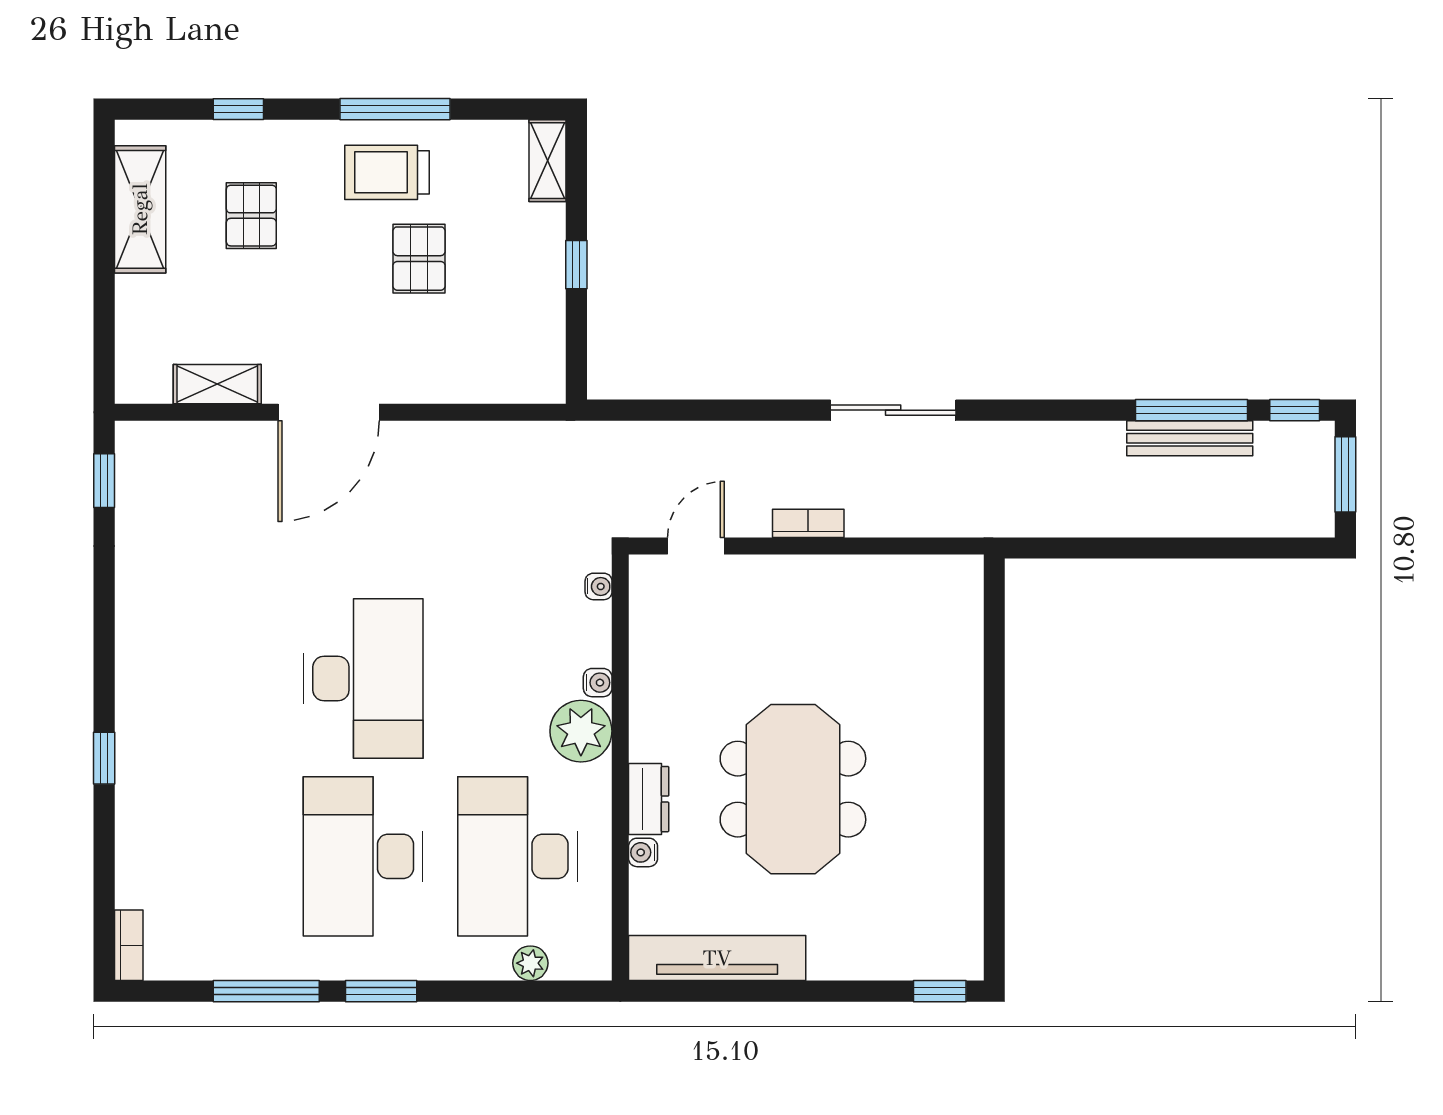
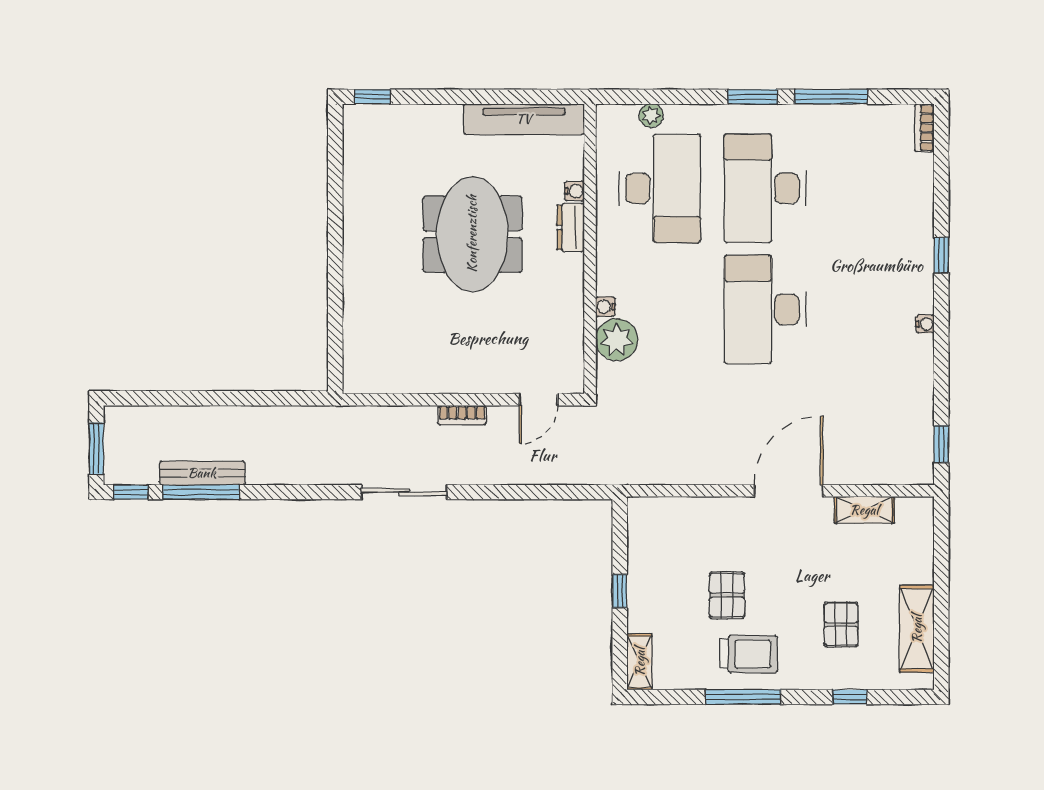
water cooler: (599, 586) -> (925, 324), moved, turned 180
plant: (581, 731) -> (617, 340), moved
desk: (363, 856) -> (765, 188), turned 180

